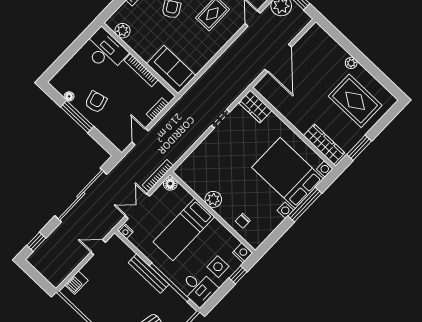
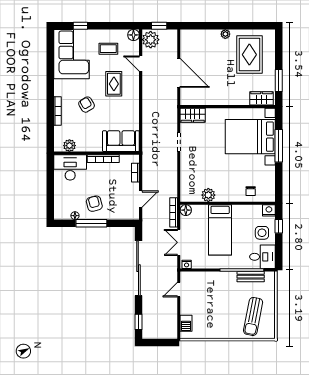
rug: (355, 101) -> (249, 55), turned 90
door: (140, 136) -> (141, 199), swing flipped
wardrobe: (324, 144) -> (261, 98), width x0.67
plant: (213, 199) -> (208, 195), moved
bench: (149, 273) -> (251, 277), moved, width x0.73

